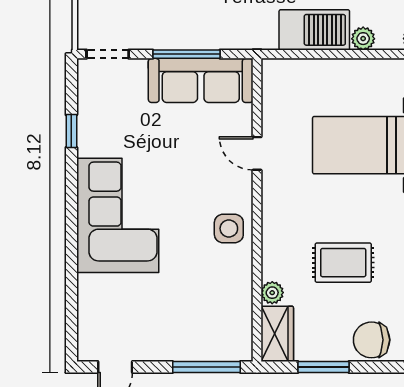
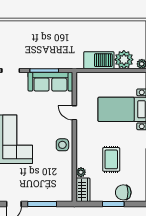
plant: (363, 39) -> (124, 60), width x1.88, depth x1.88
rug: (343, 263) -> (111, 159), turned 90
window: (206, 367) -> (42, 204), moved
window: (323, 367) -> (113, 204), moved

